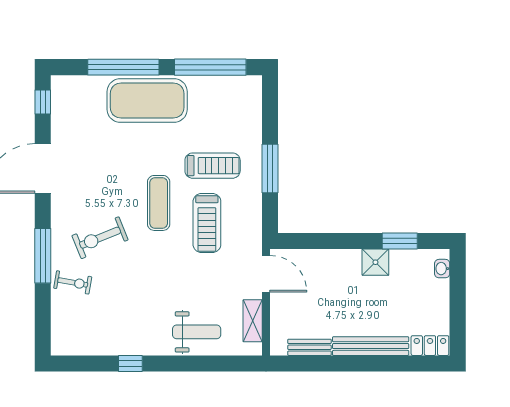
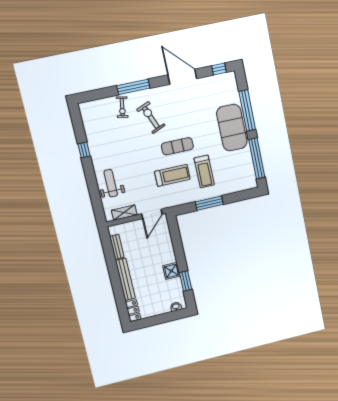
treadmill: (207, 223) -> (172, 175), turned 180
weight bench: (197, 332) -> (111, 183), turned 180

